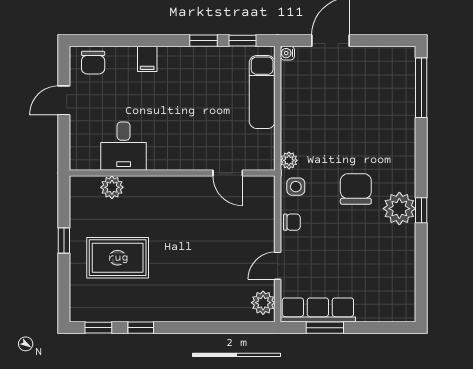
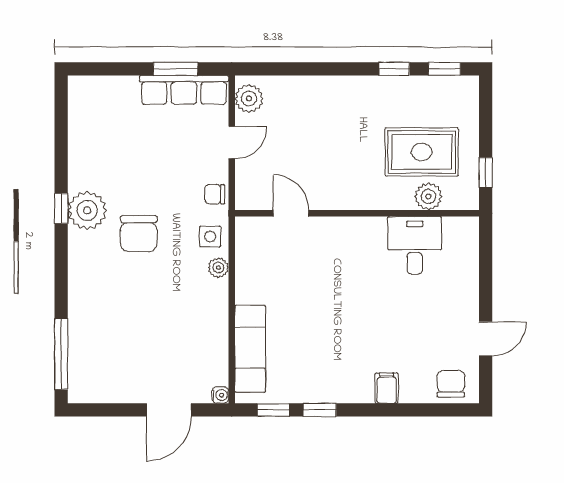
desk: (124, 146) -> (415, 245), moved
wall: (172, 173) -> (357, 213), moved
door: (228, 173) -> (291, 213), moved
plant: (112, 187) -> (428, 196), moved

